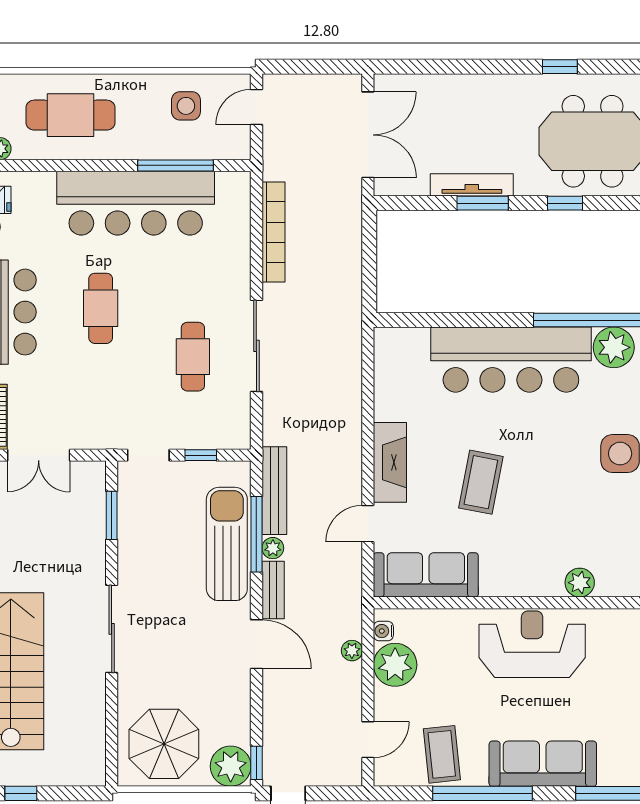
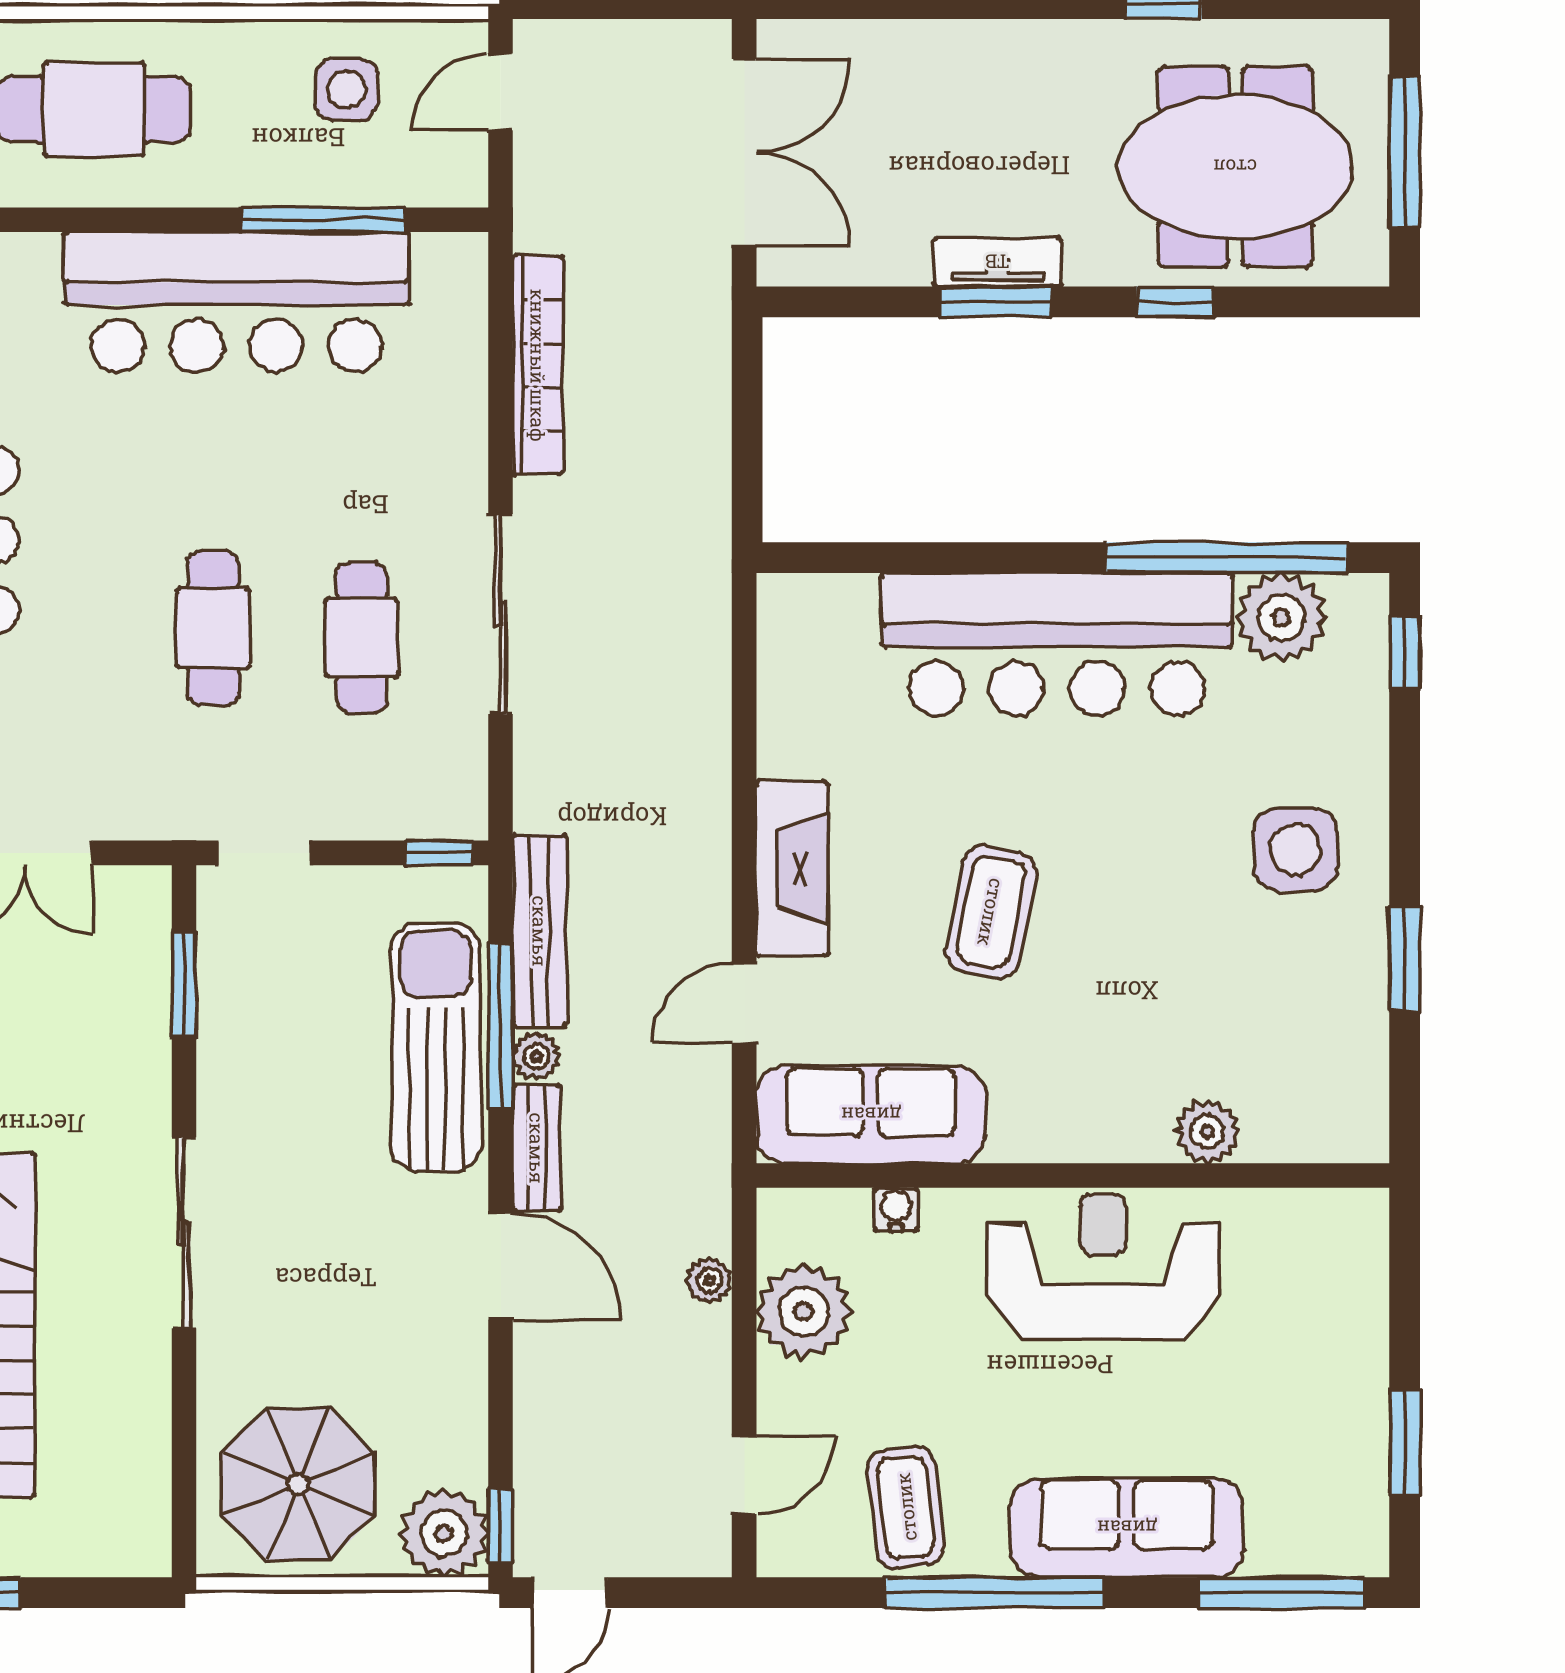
tv unit: (472, 185) -> (997, 262), width x0.71
cafe table: (101, 308) -> (213, 628), moved
window: (201, 455) -> (440, 853), moved
water cooler: (383, 631) -> (896, 1209), moved, turned 90

